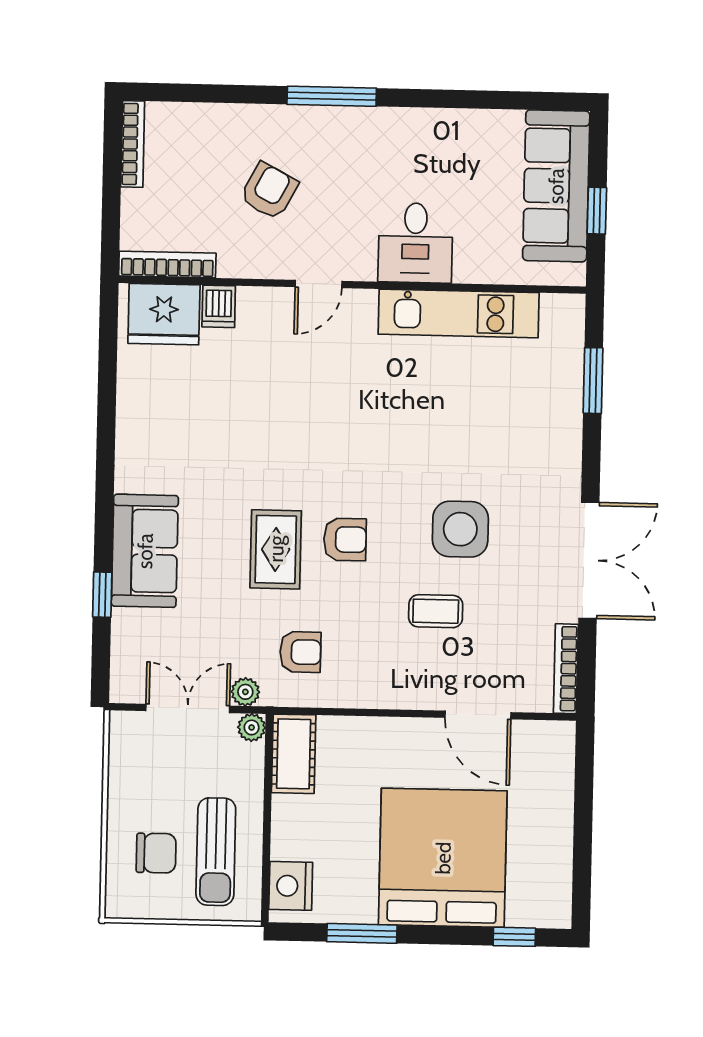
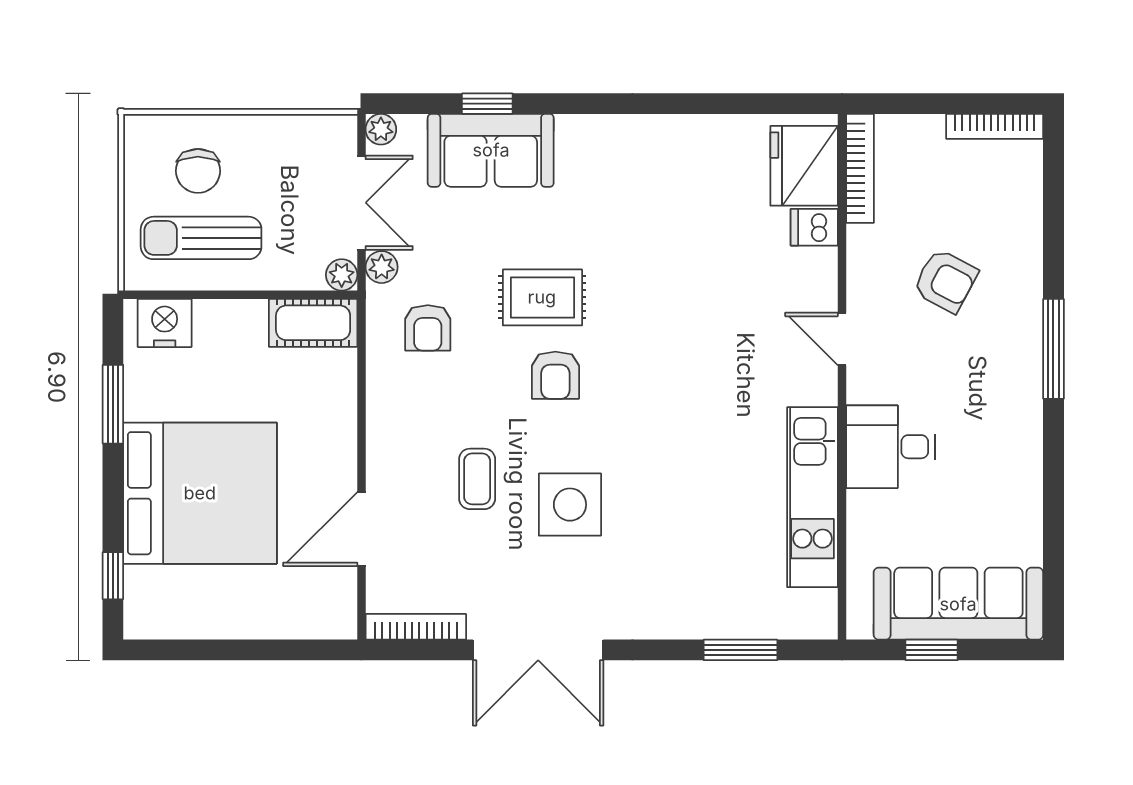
sofa: (145, 551) -> (491, 150), moved
plant: (123, 690) -> (381, 129), added

